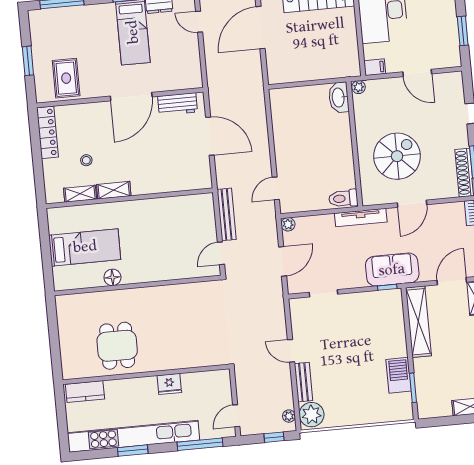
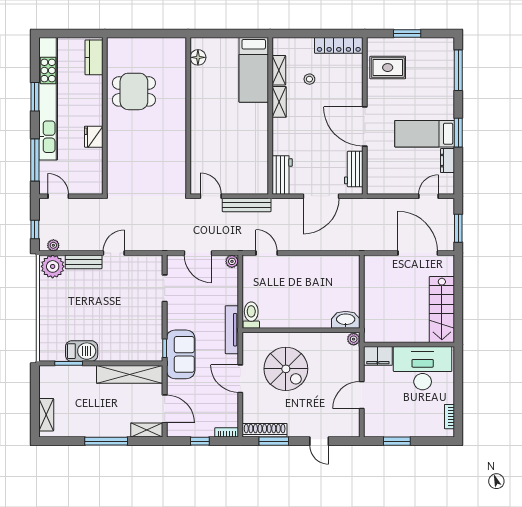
filing cabinet: (375, 67) -> (378, 356), width x2.00
workbench: (191, 180) -> (282, 175), added
bed: (85, 247) -> (254, 70), moved
floor lamp: (112, 277) -> (198, 57), moved

